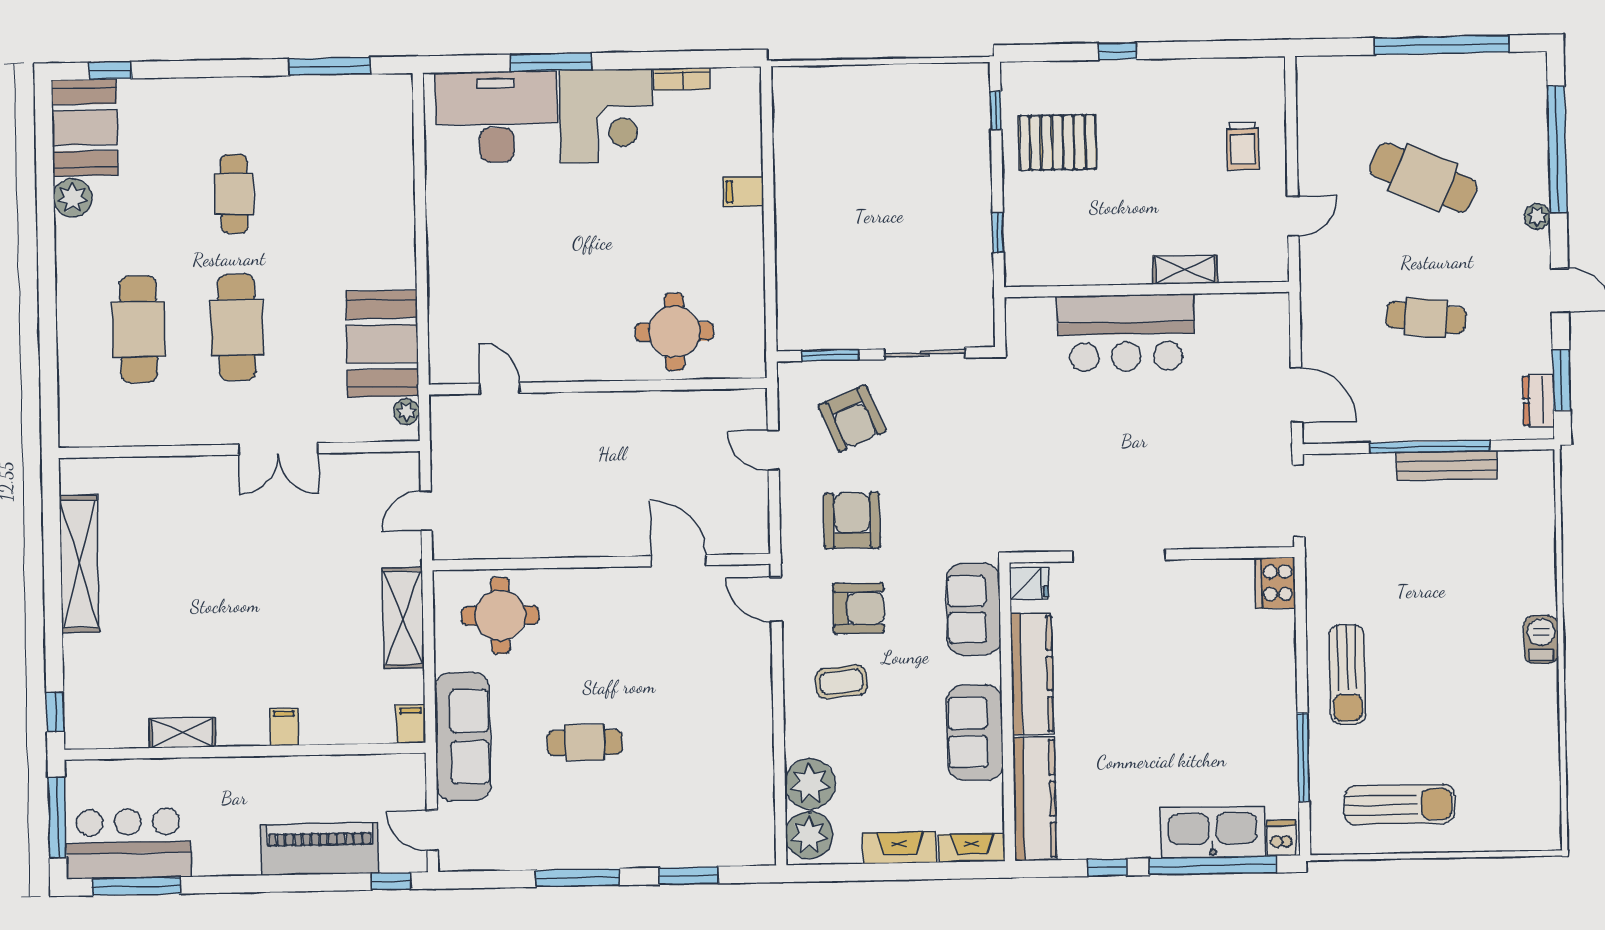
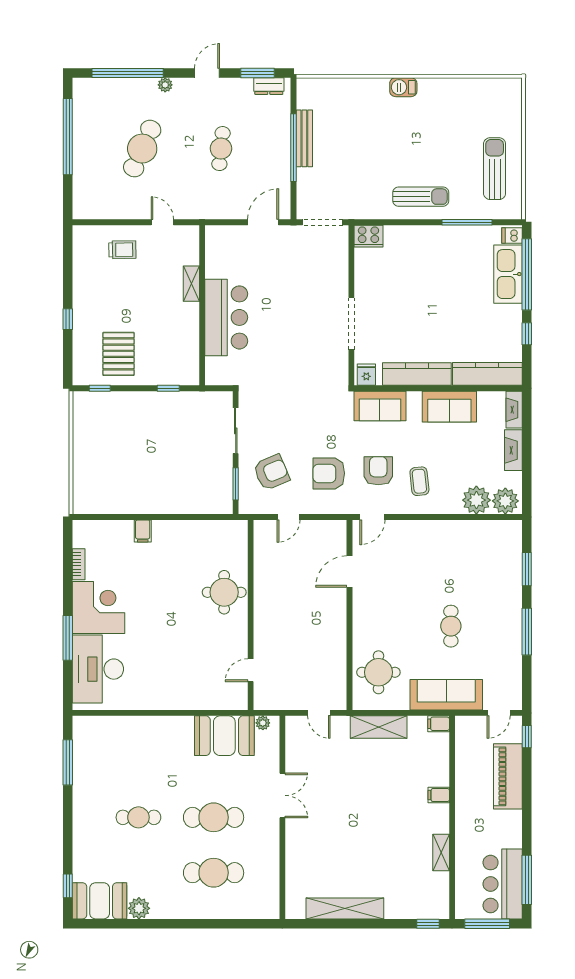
round table: (674, 332) -> (224, 592), moved

